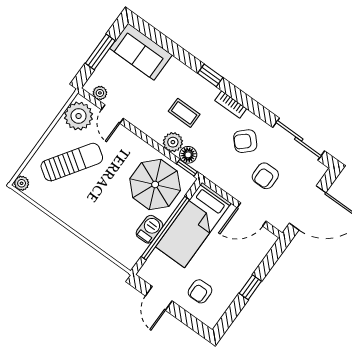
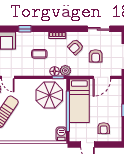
window: (210, 75) -> (25, 29), moved
sliding door: (299, 139) -> (99, 29), width x0.73
plant: (173, 142) -> (65, 71), moved
barbecue: (149, 229) -> (61, 134), moved

